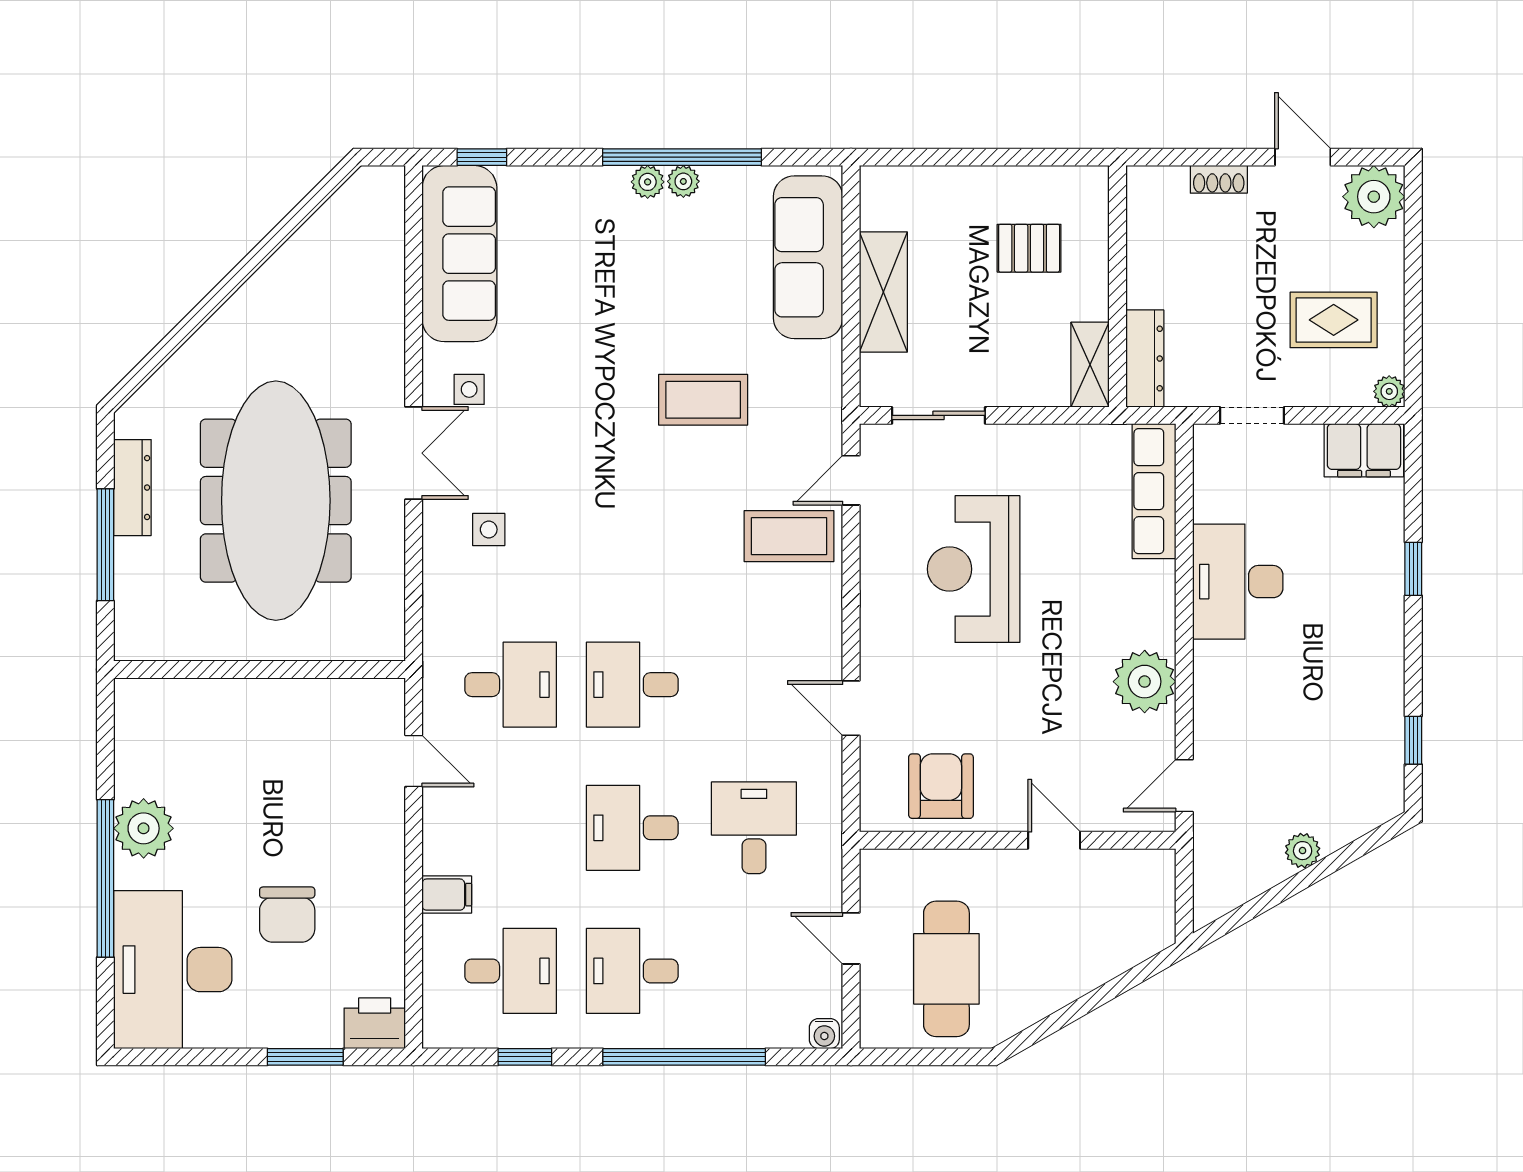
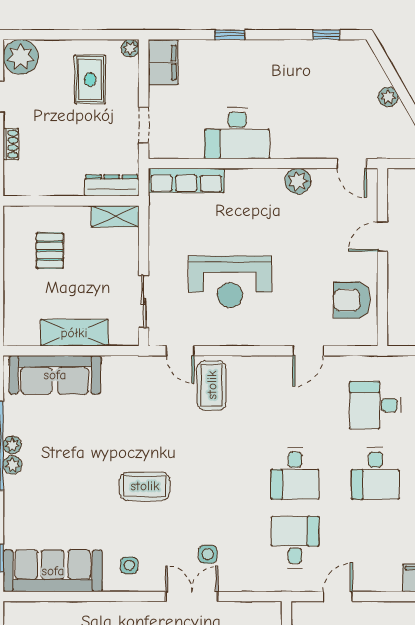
coffee table: (703, 400) -> (145, 486), moved, turned 90
double door: (414, 453) -> (192, 596), moved
plant: (1145, 682) -> (298, 181), width x0.73, depth x0.73

